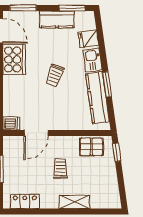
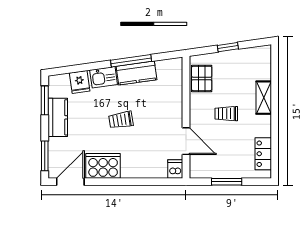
trolley: (55, 75) -> (121, 120), turned 151
window: (107, 84) -> (131, 61), width x1.44
kitchen counter: (97, 98) -> (137, 73), width x0.67
window: (117, 152) -> (228, 47), moved

